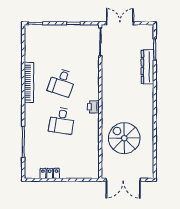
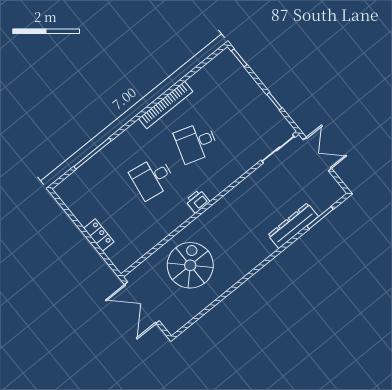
locker: (50, 173) -> (99, 235), moved

